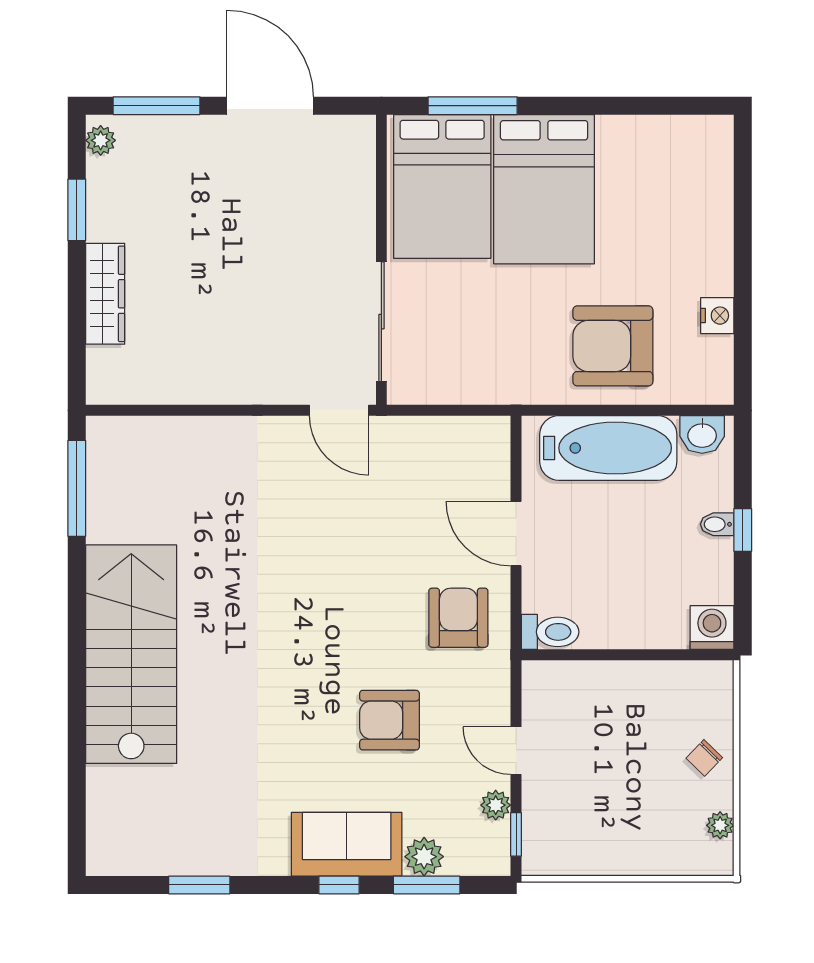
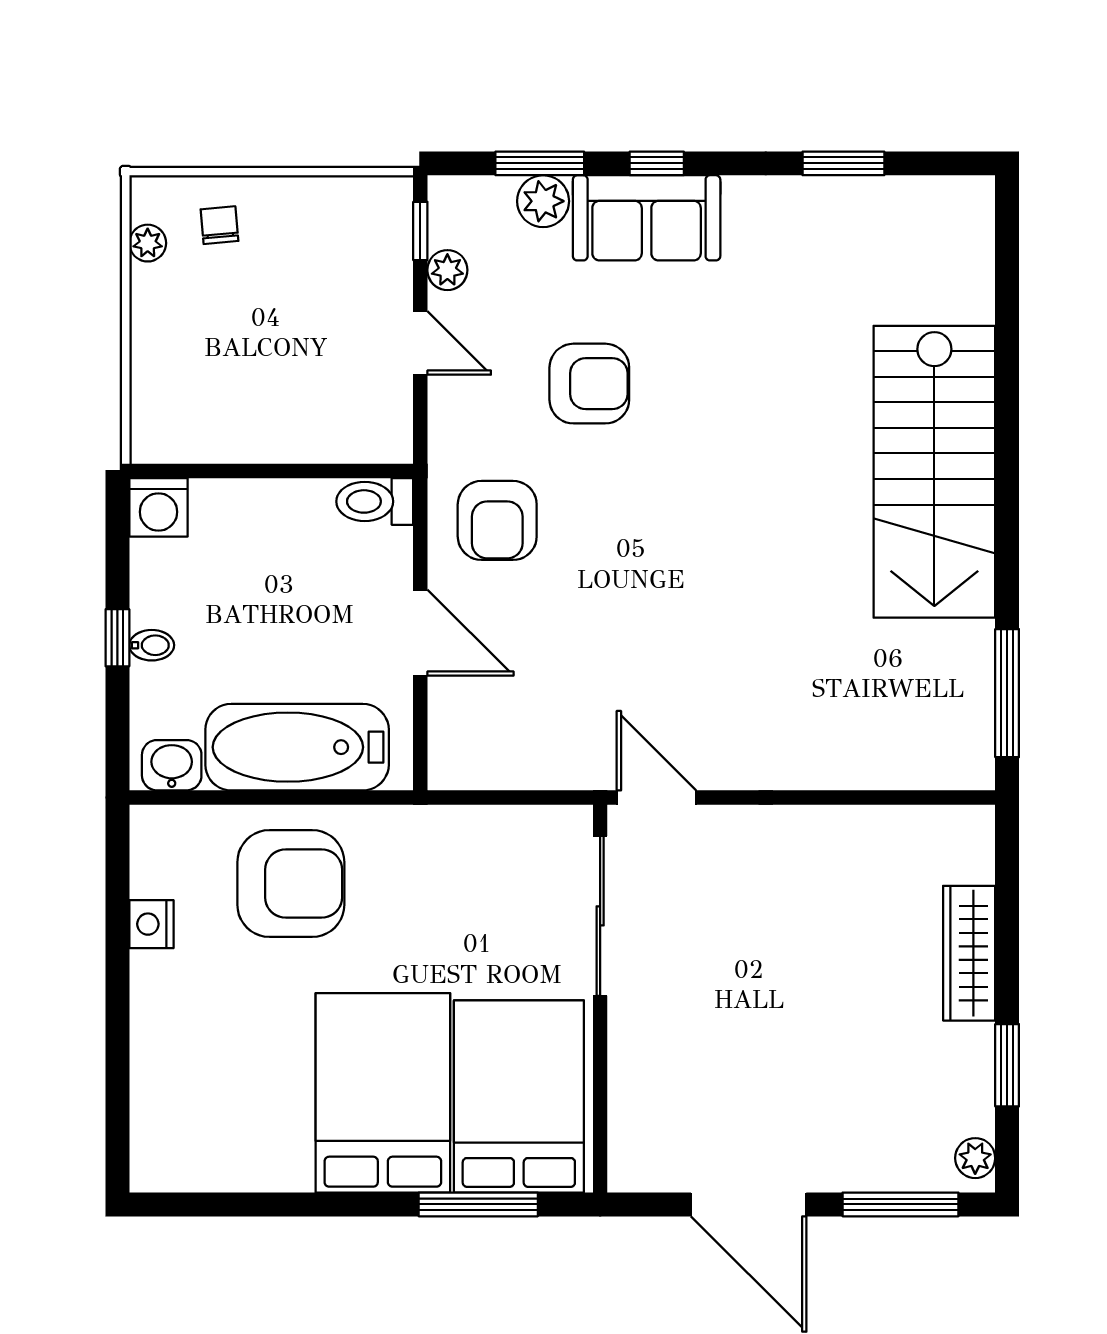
chair: (704, 758) -> (219, 225), moved, turned -49

